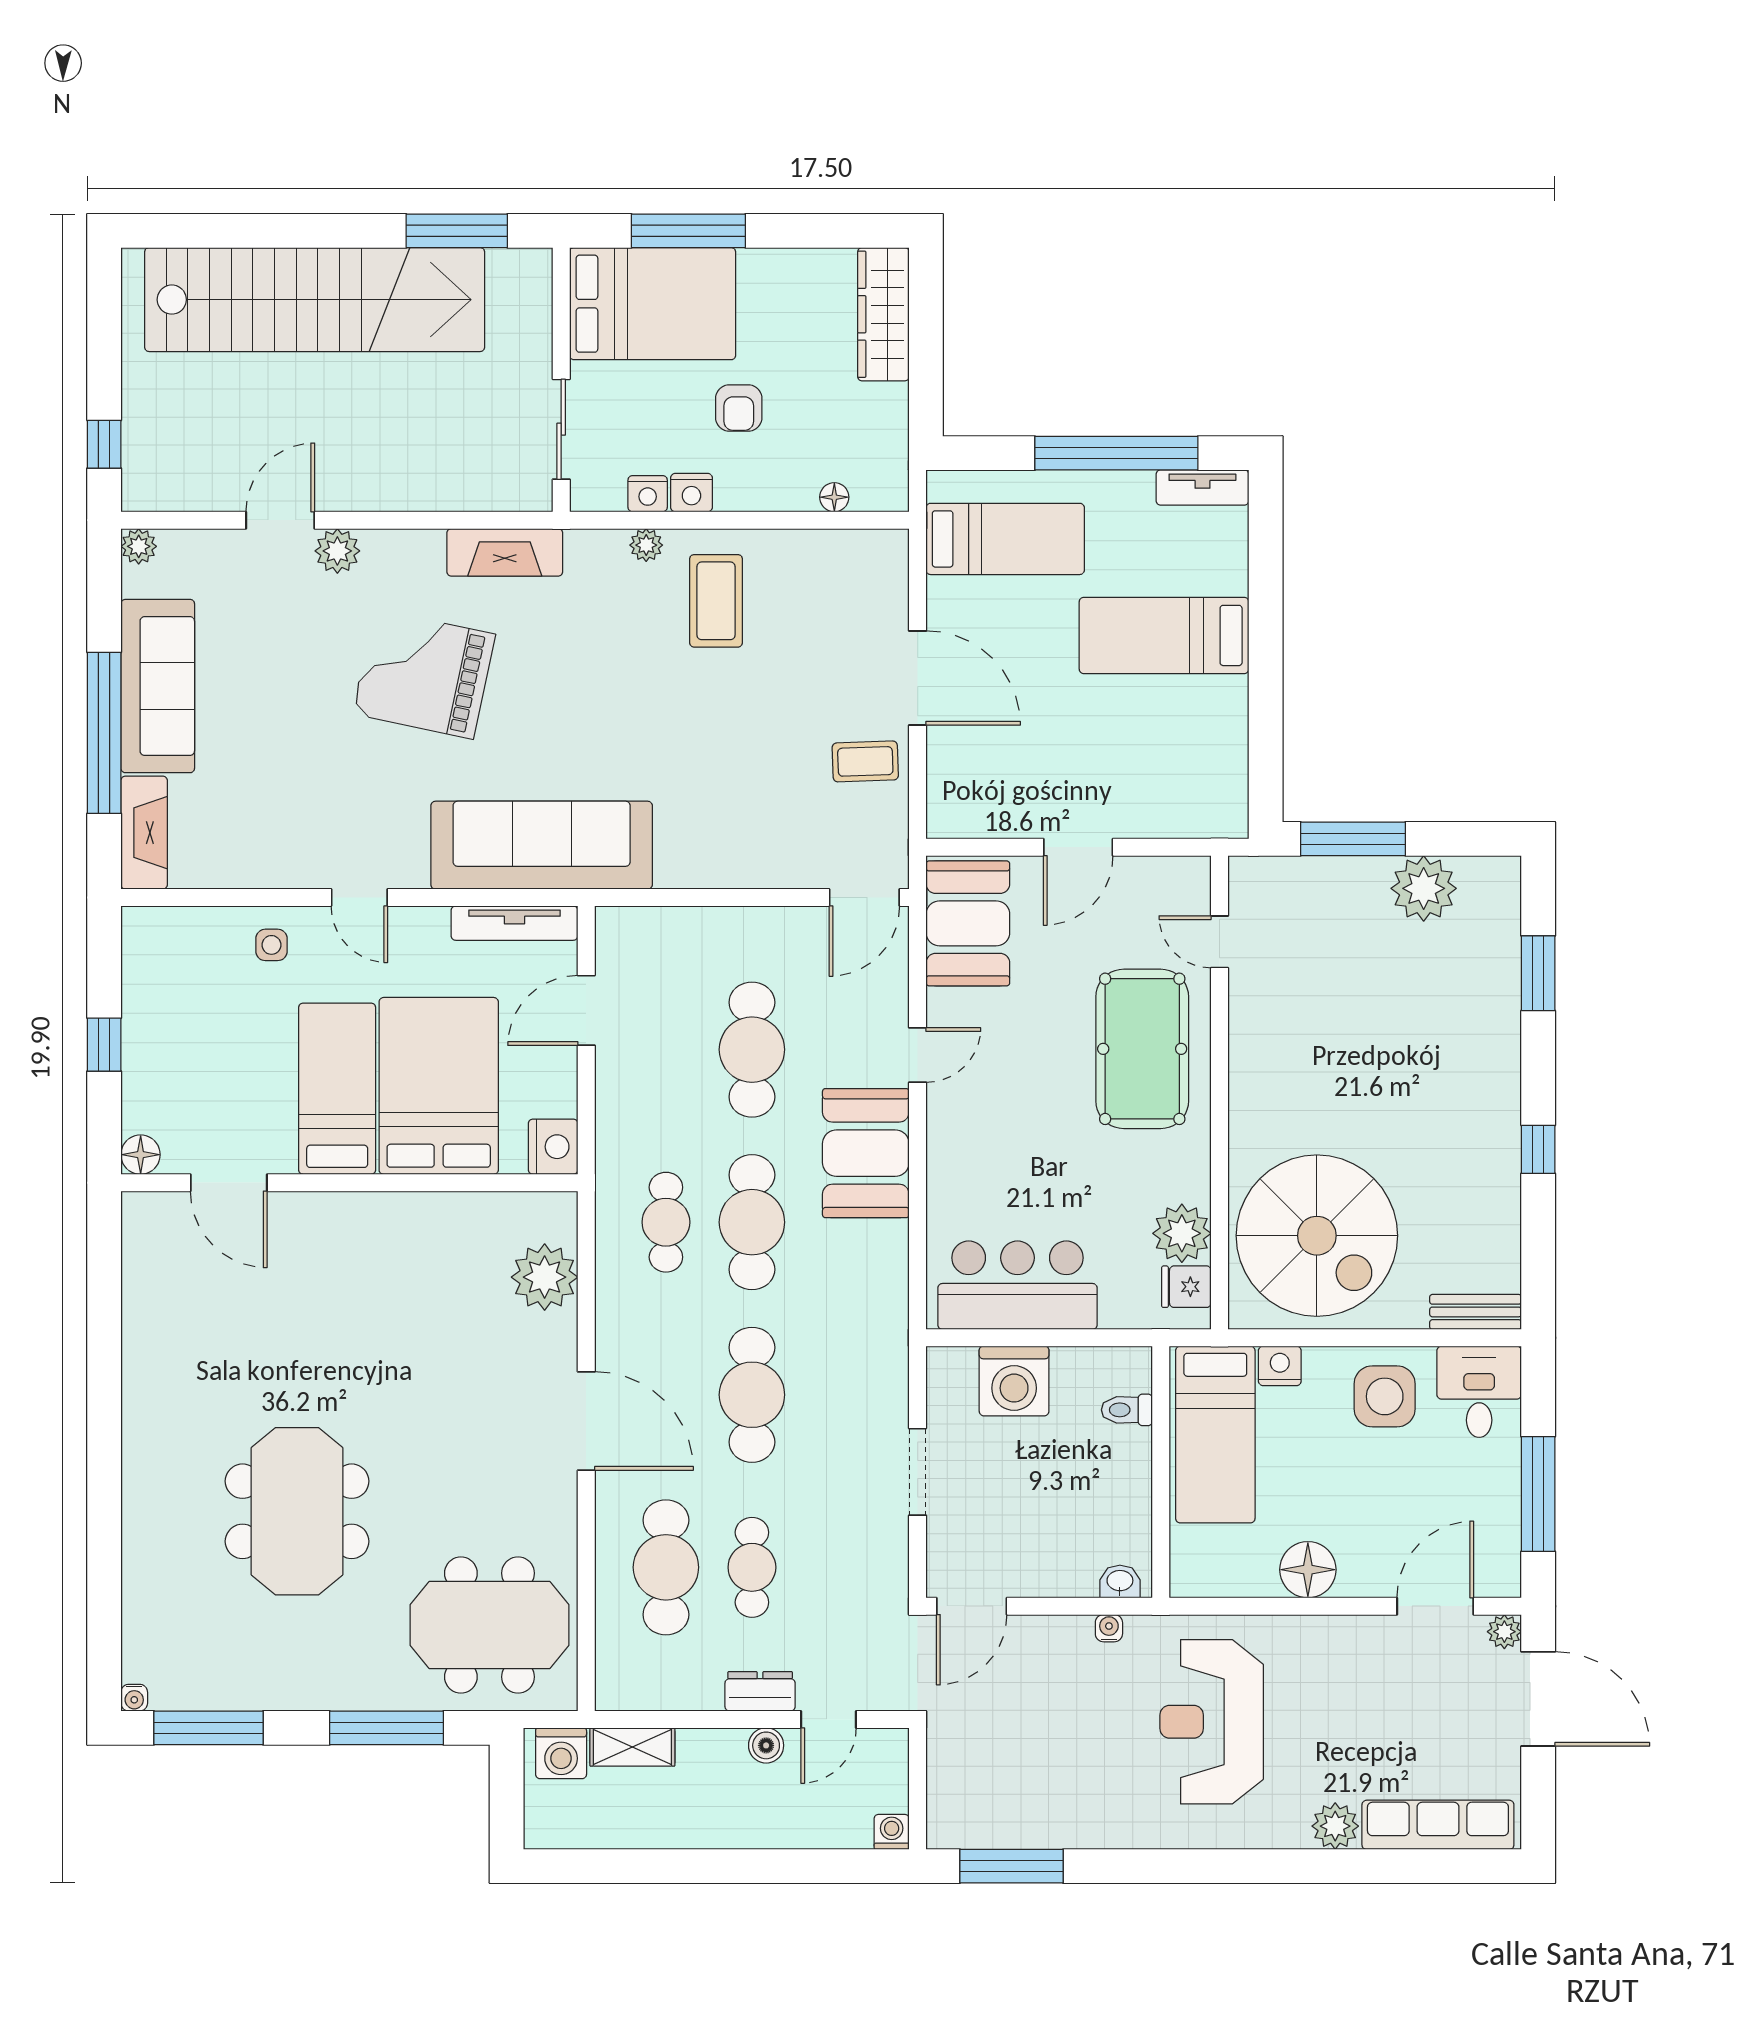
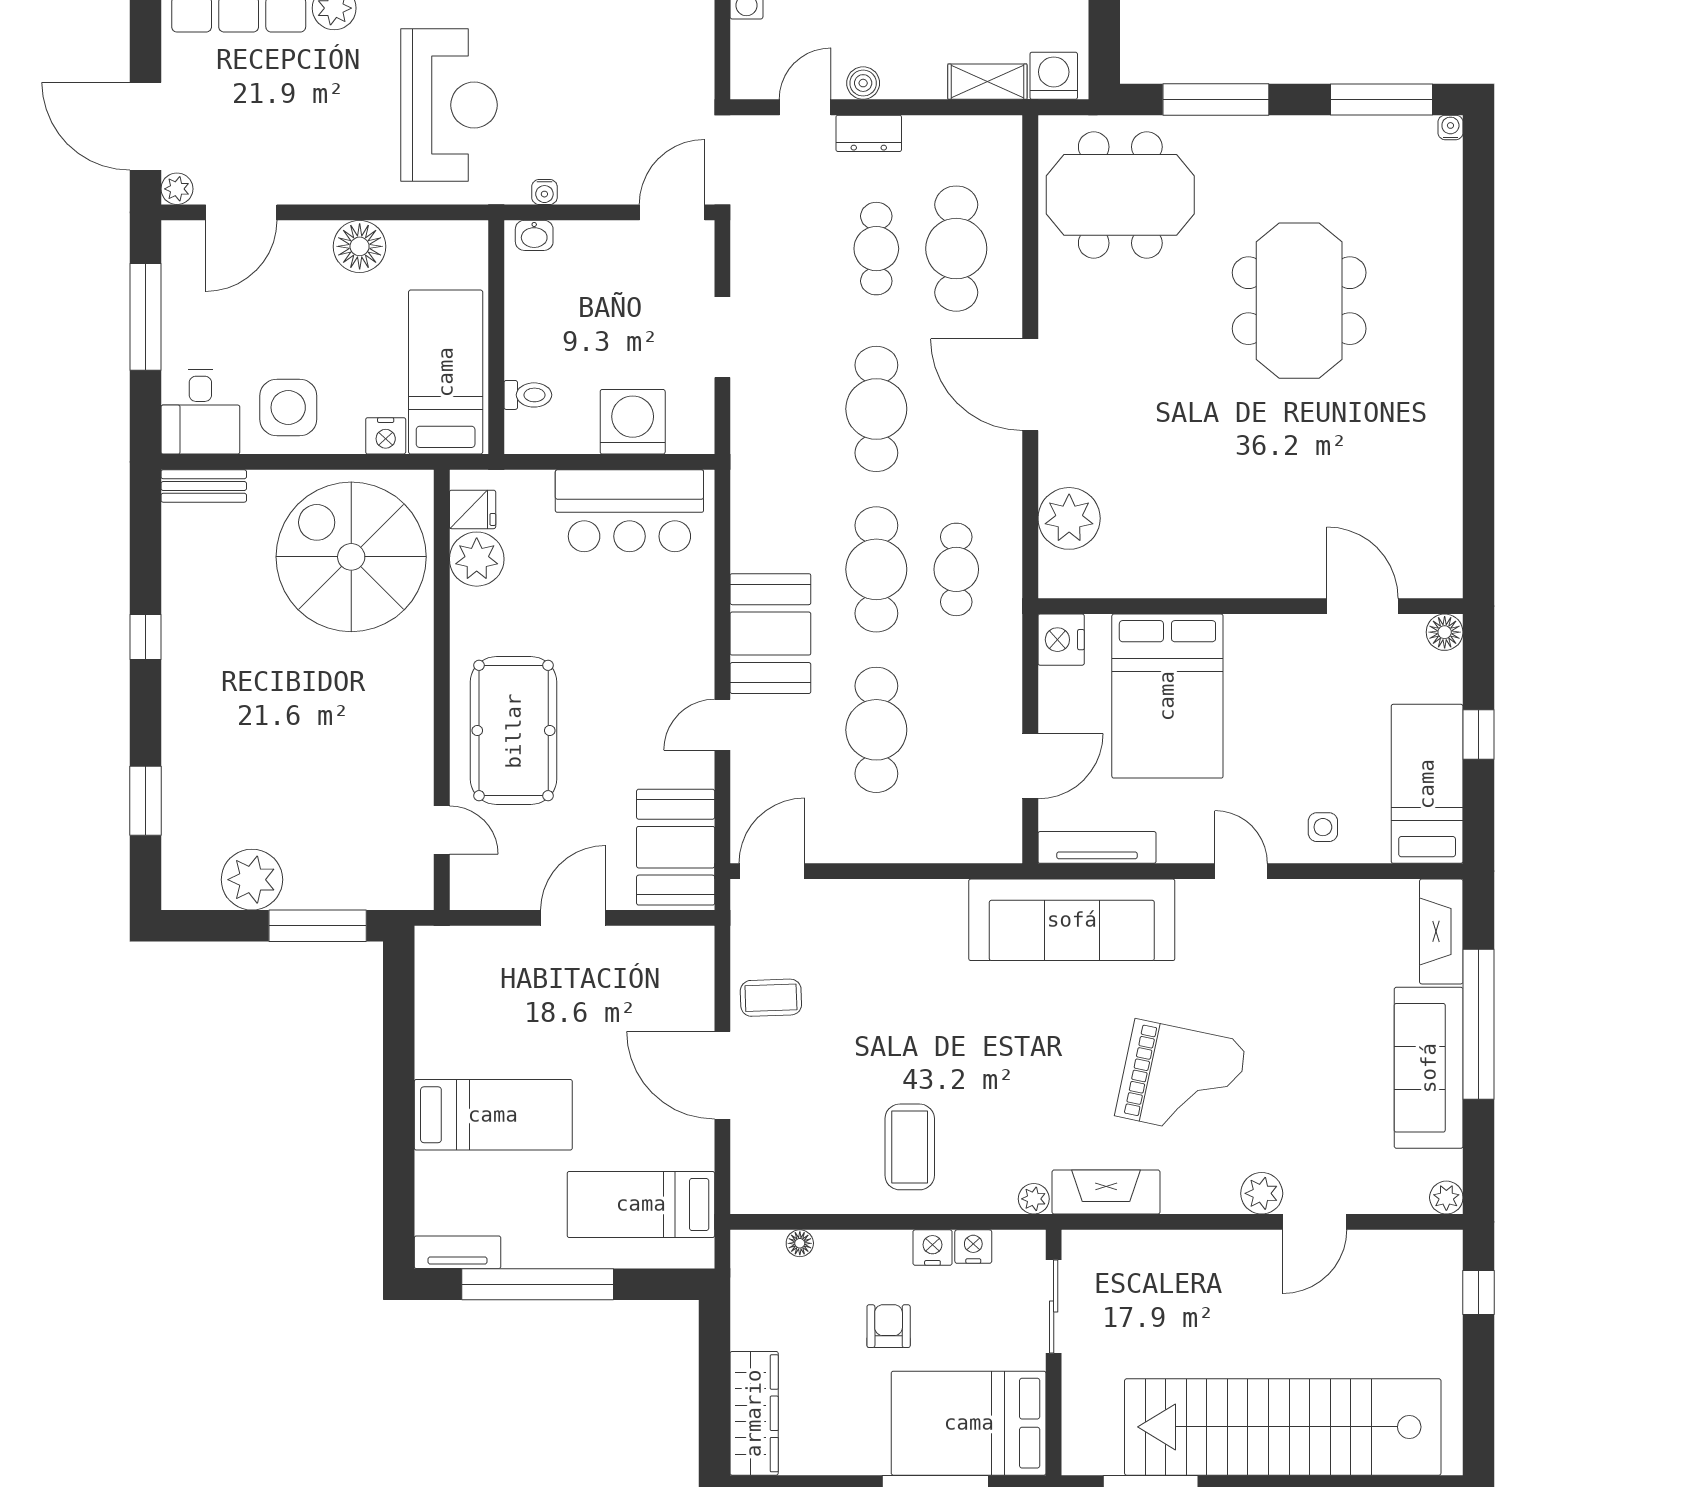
plant: (646, 545) -> (1034, 1199), moved
bed: (337, 1089) -> (1427, 784), moved, turned 180

